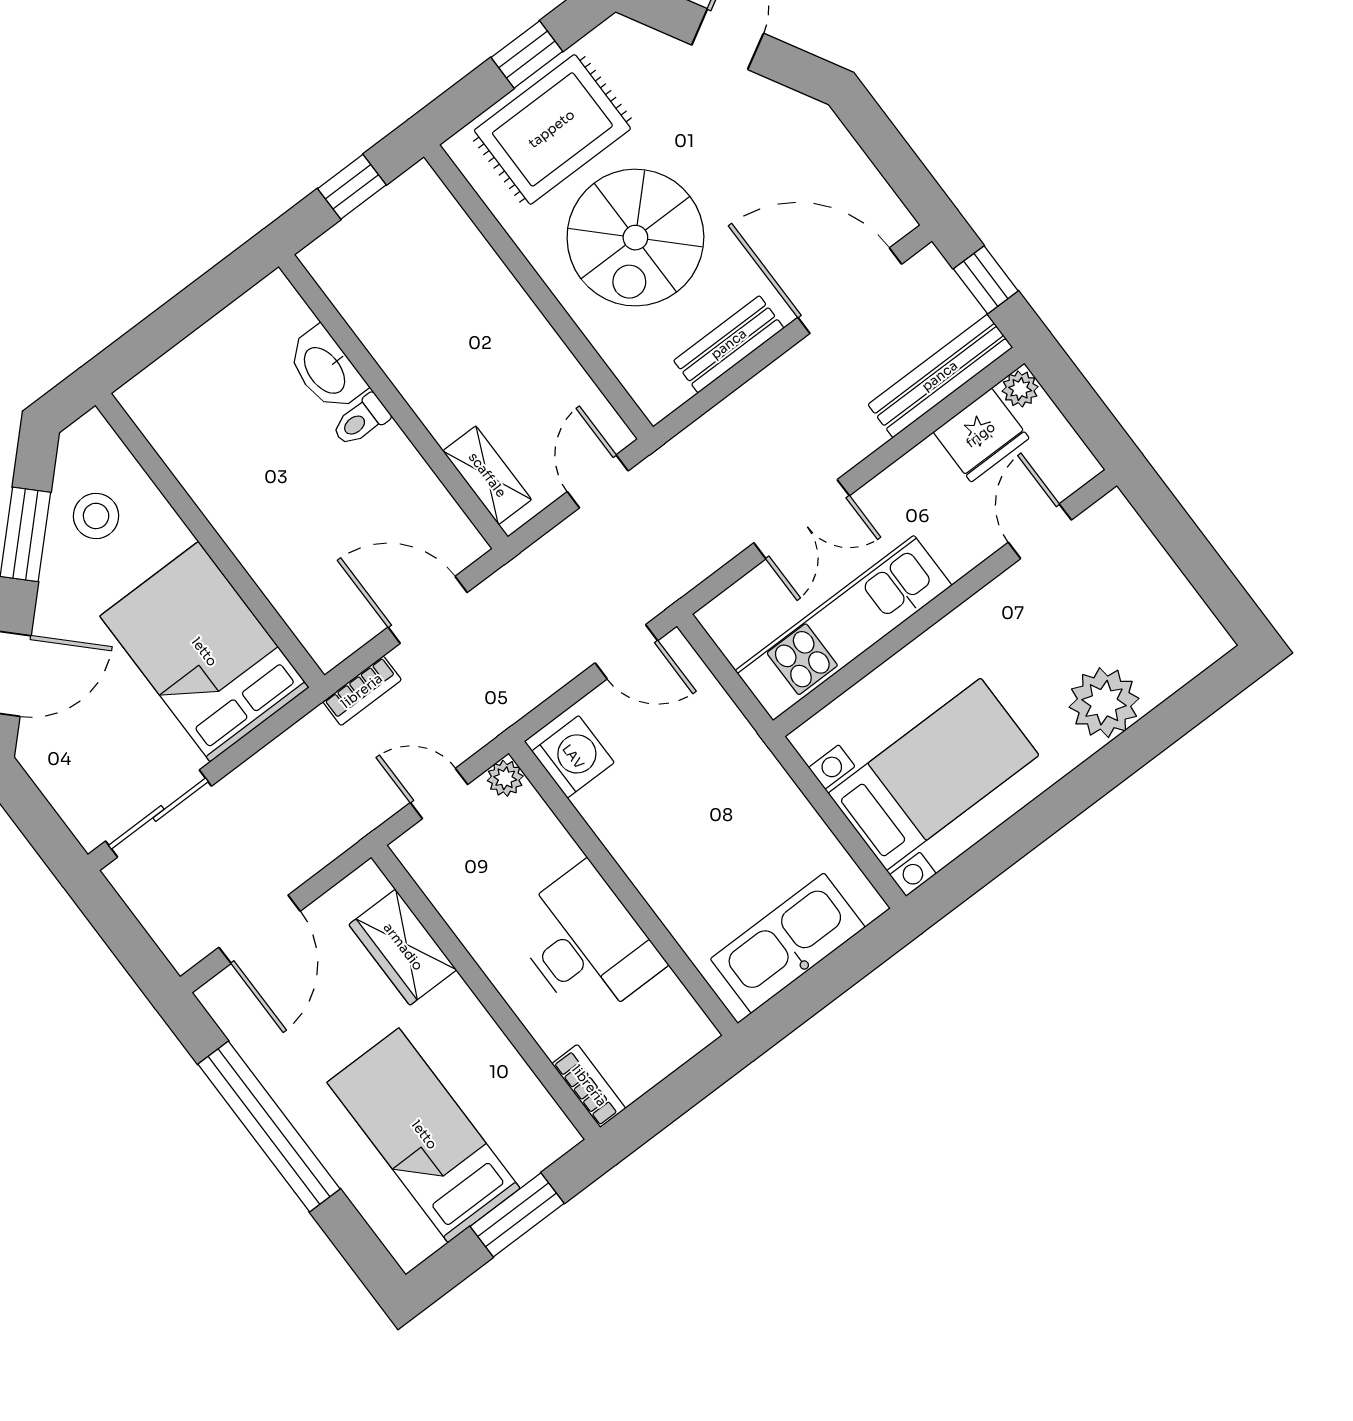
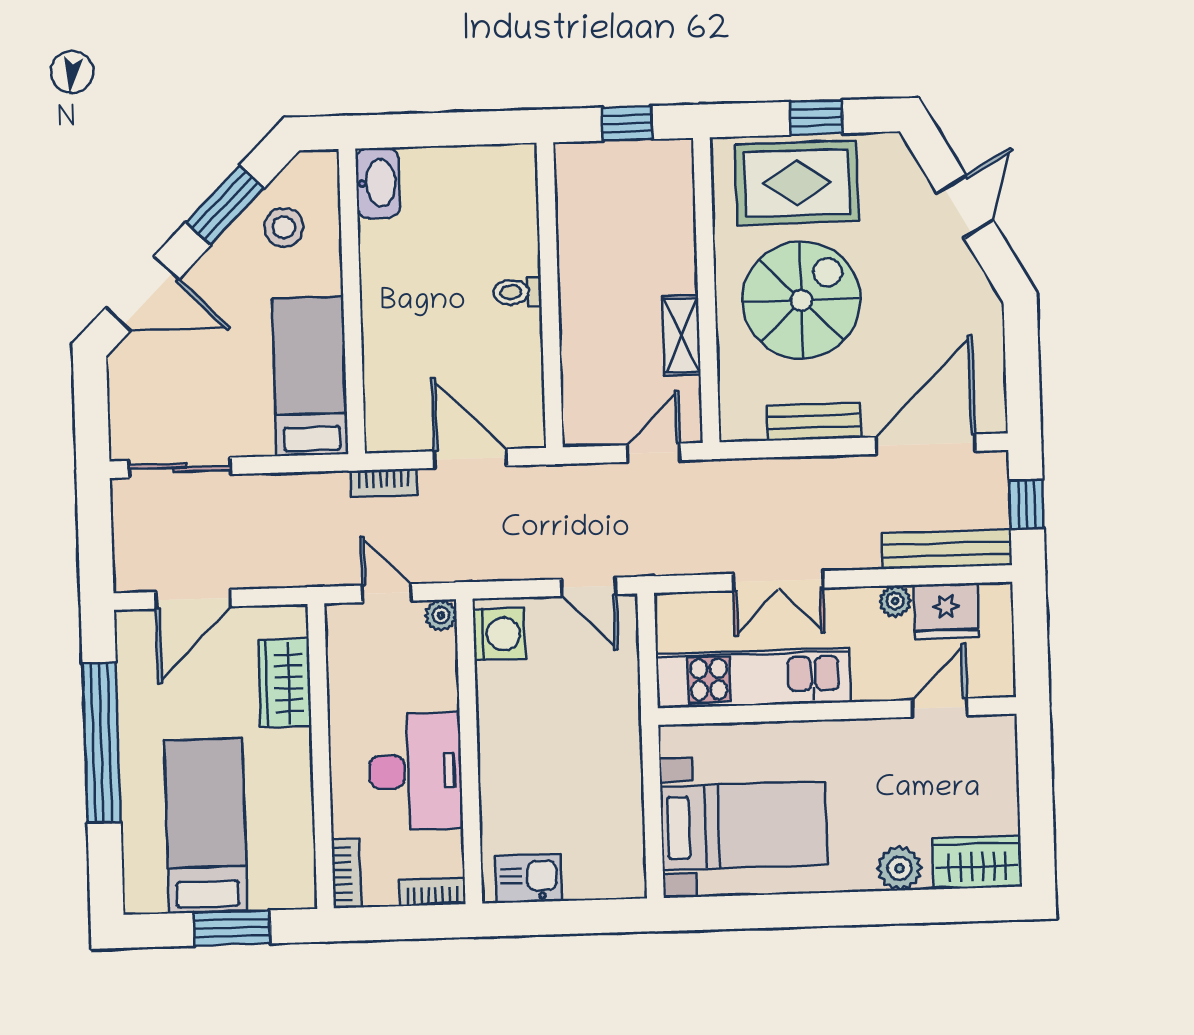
spiral stairs: (635, 238) -> (801, 300), turned 180
door: (850, 291) -> (926, 444), hinge flipped
washbasin: (326, 369) -> (378, 183), moved, turned 180
plant: (1020, 389) -> (895, 601), moved
shelving: (487, 475) -> (681, 335), moved
bed: (204, 652) -> (310, 376), width x0.67
wardrobe: (1179, 653) -> (977, 863), added
plant: (1104, 703) -> (900, 868), width x0.73, depth x0.73
kitchen sink: (788, 943) -> (529, 878), width x0.53, depth x0.81
bookcase: (683, 1046) -> (432, 892), added

